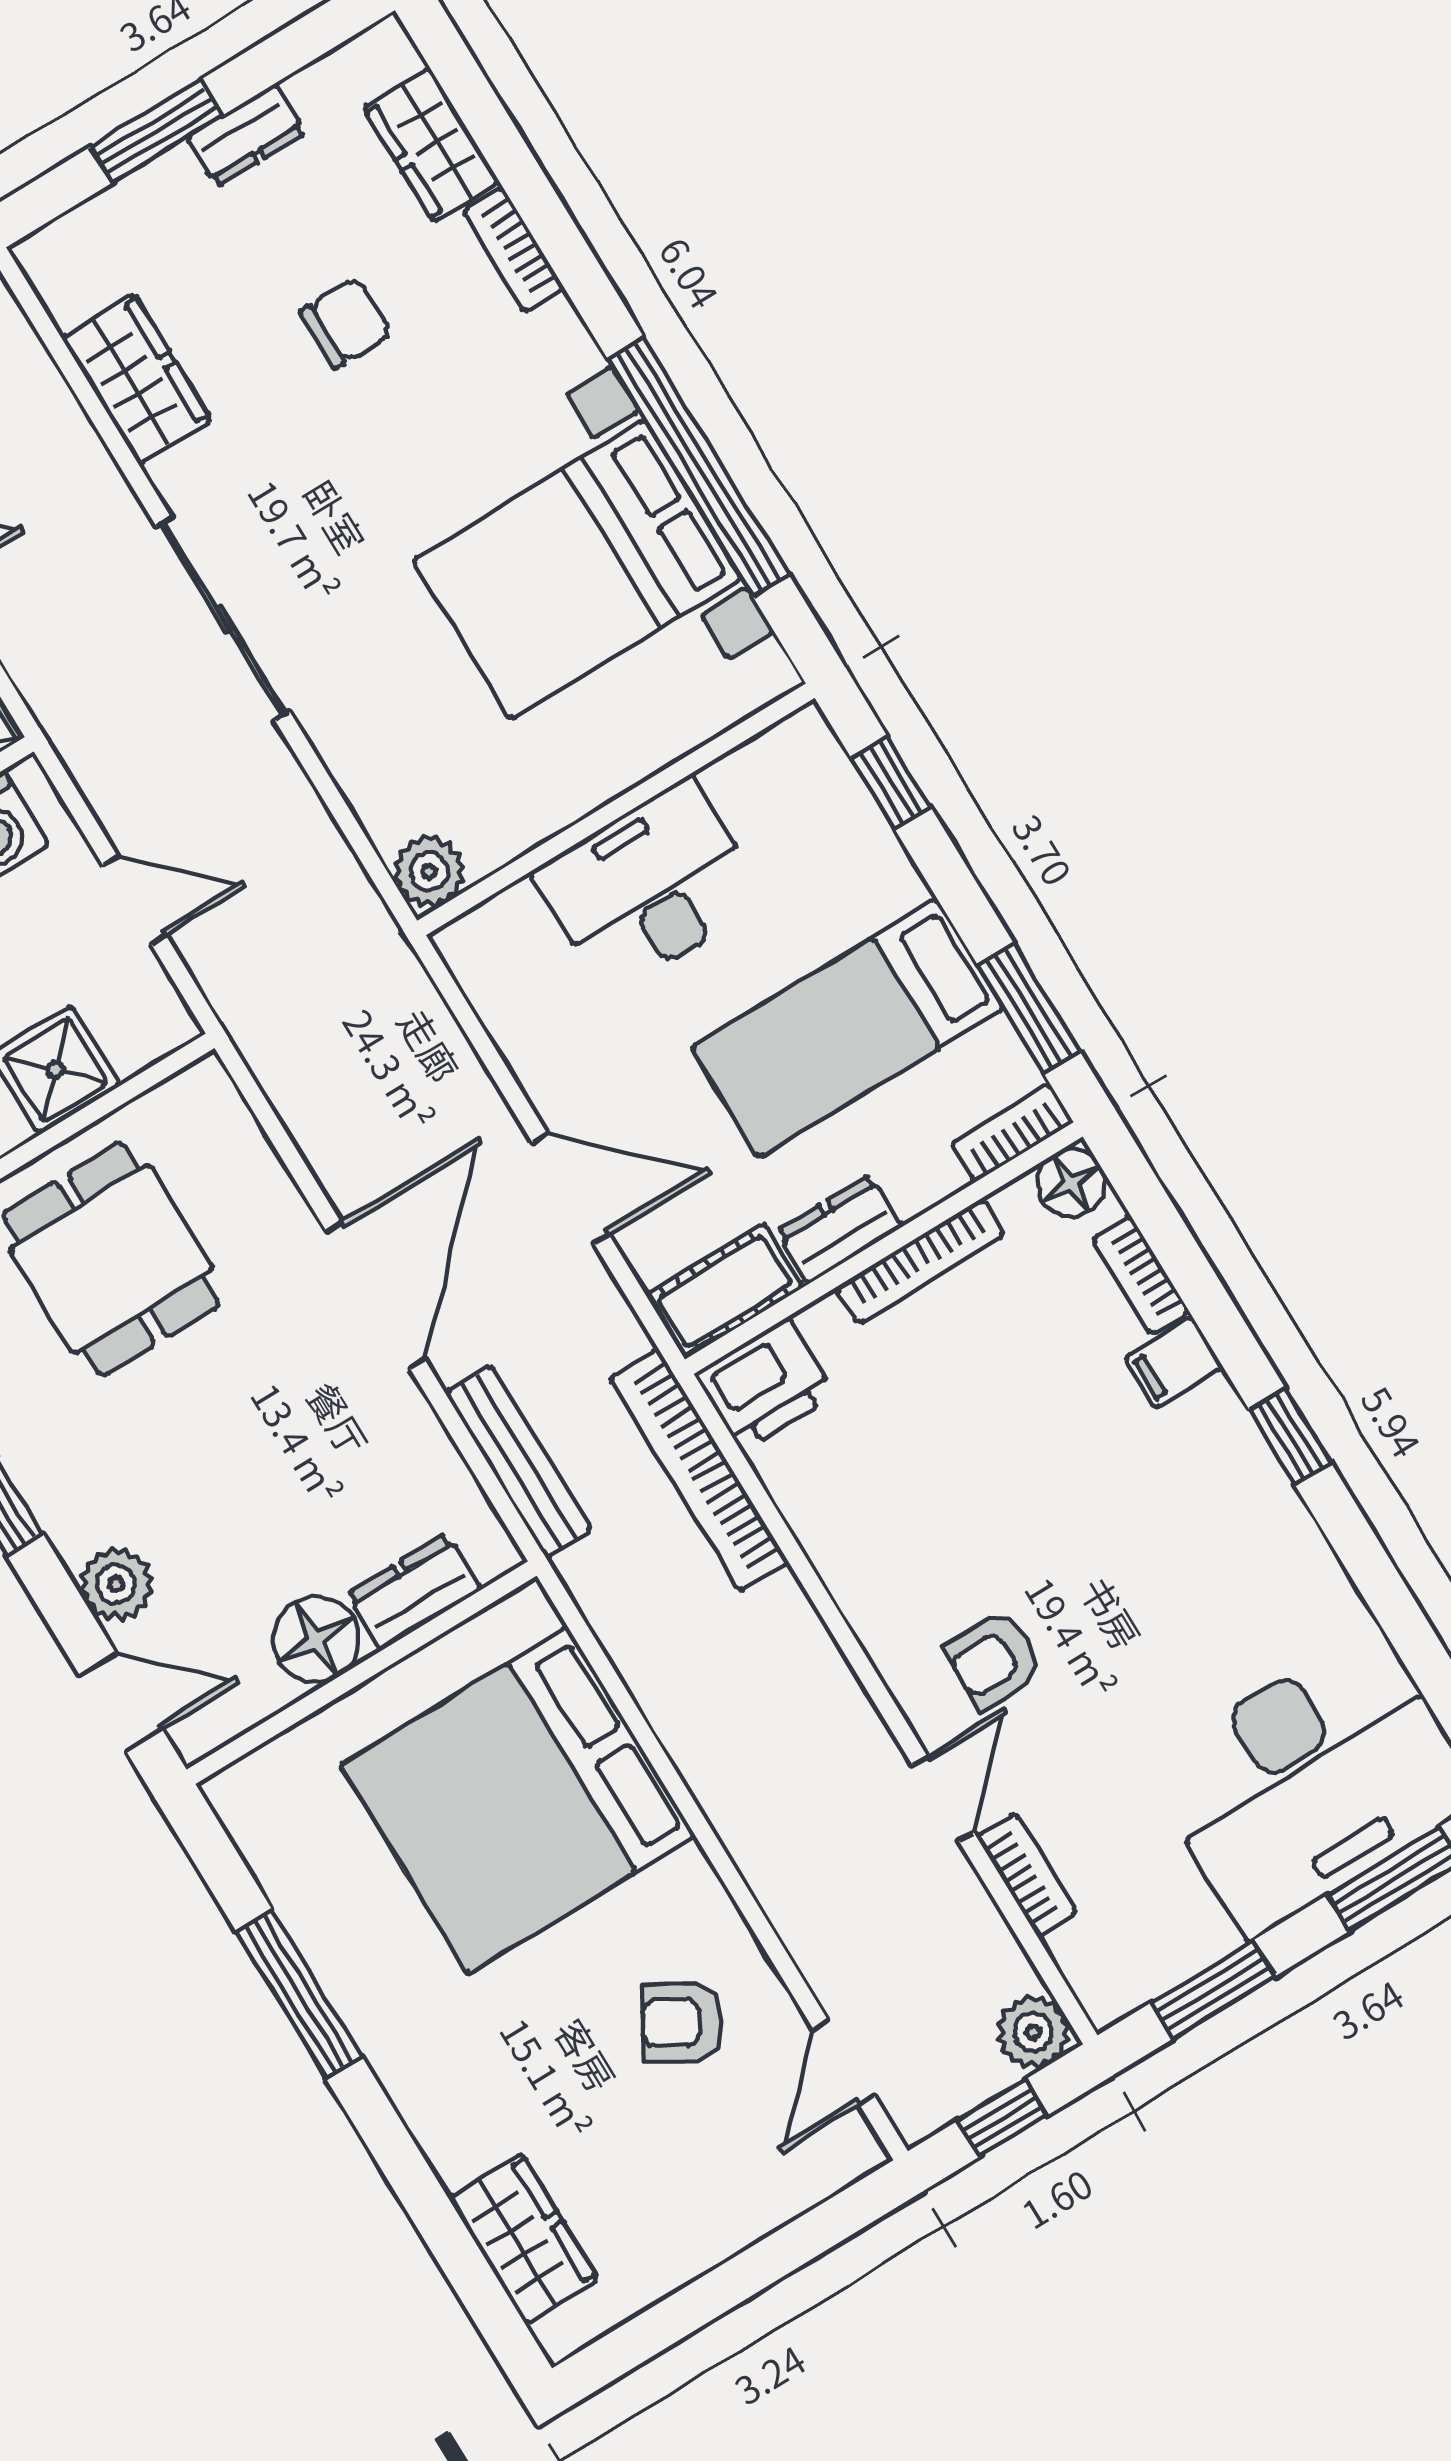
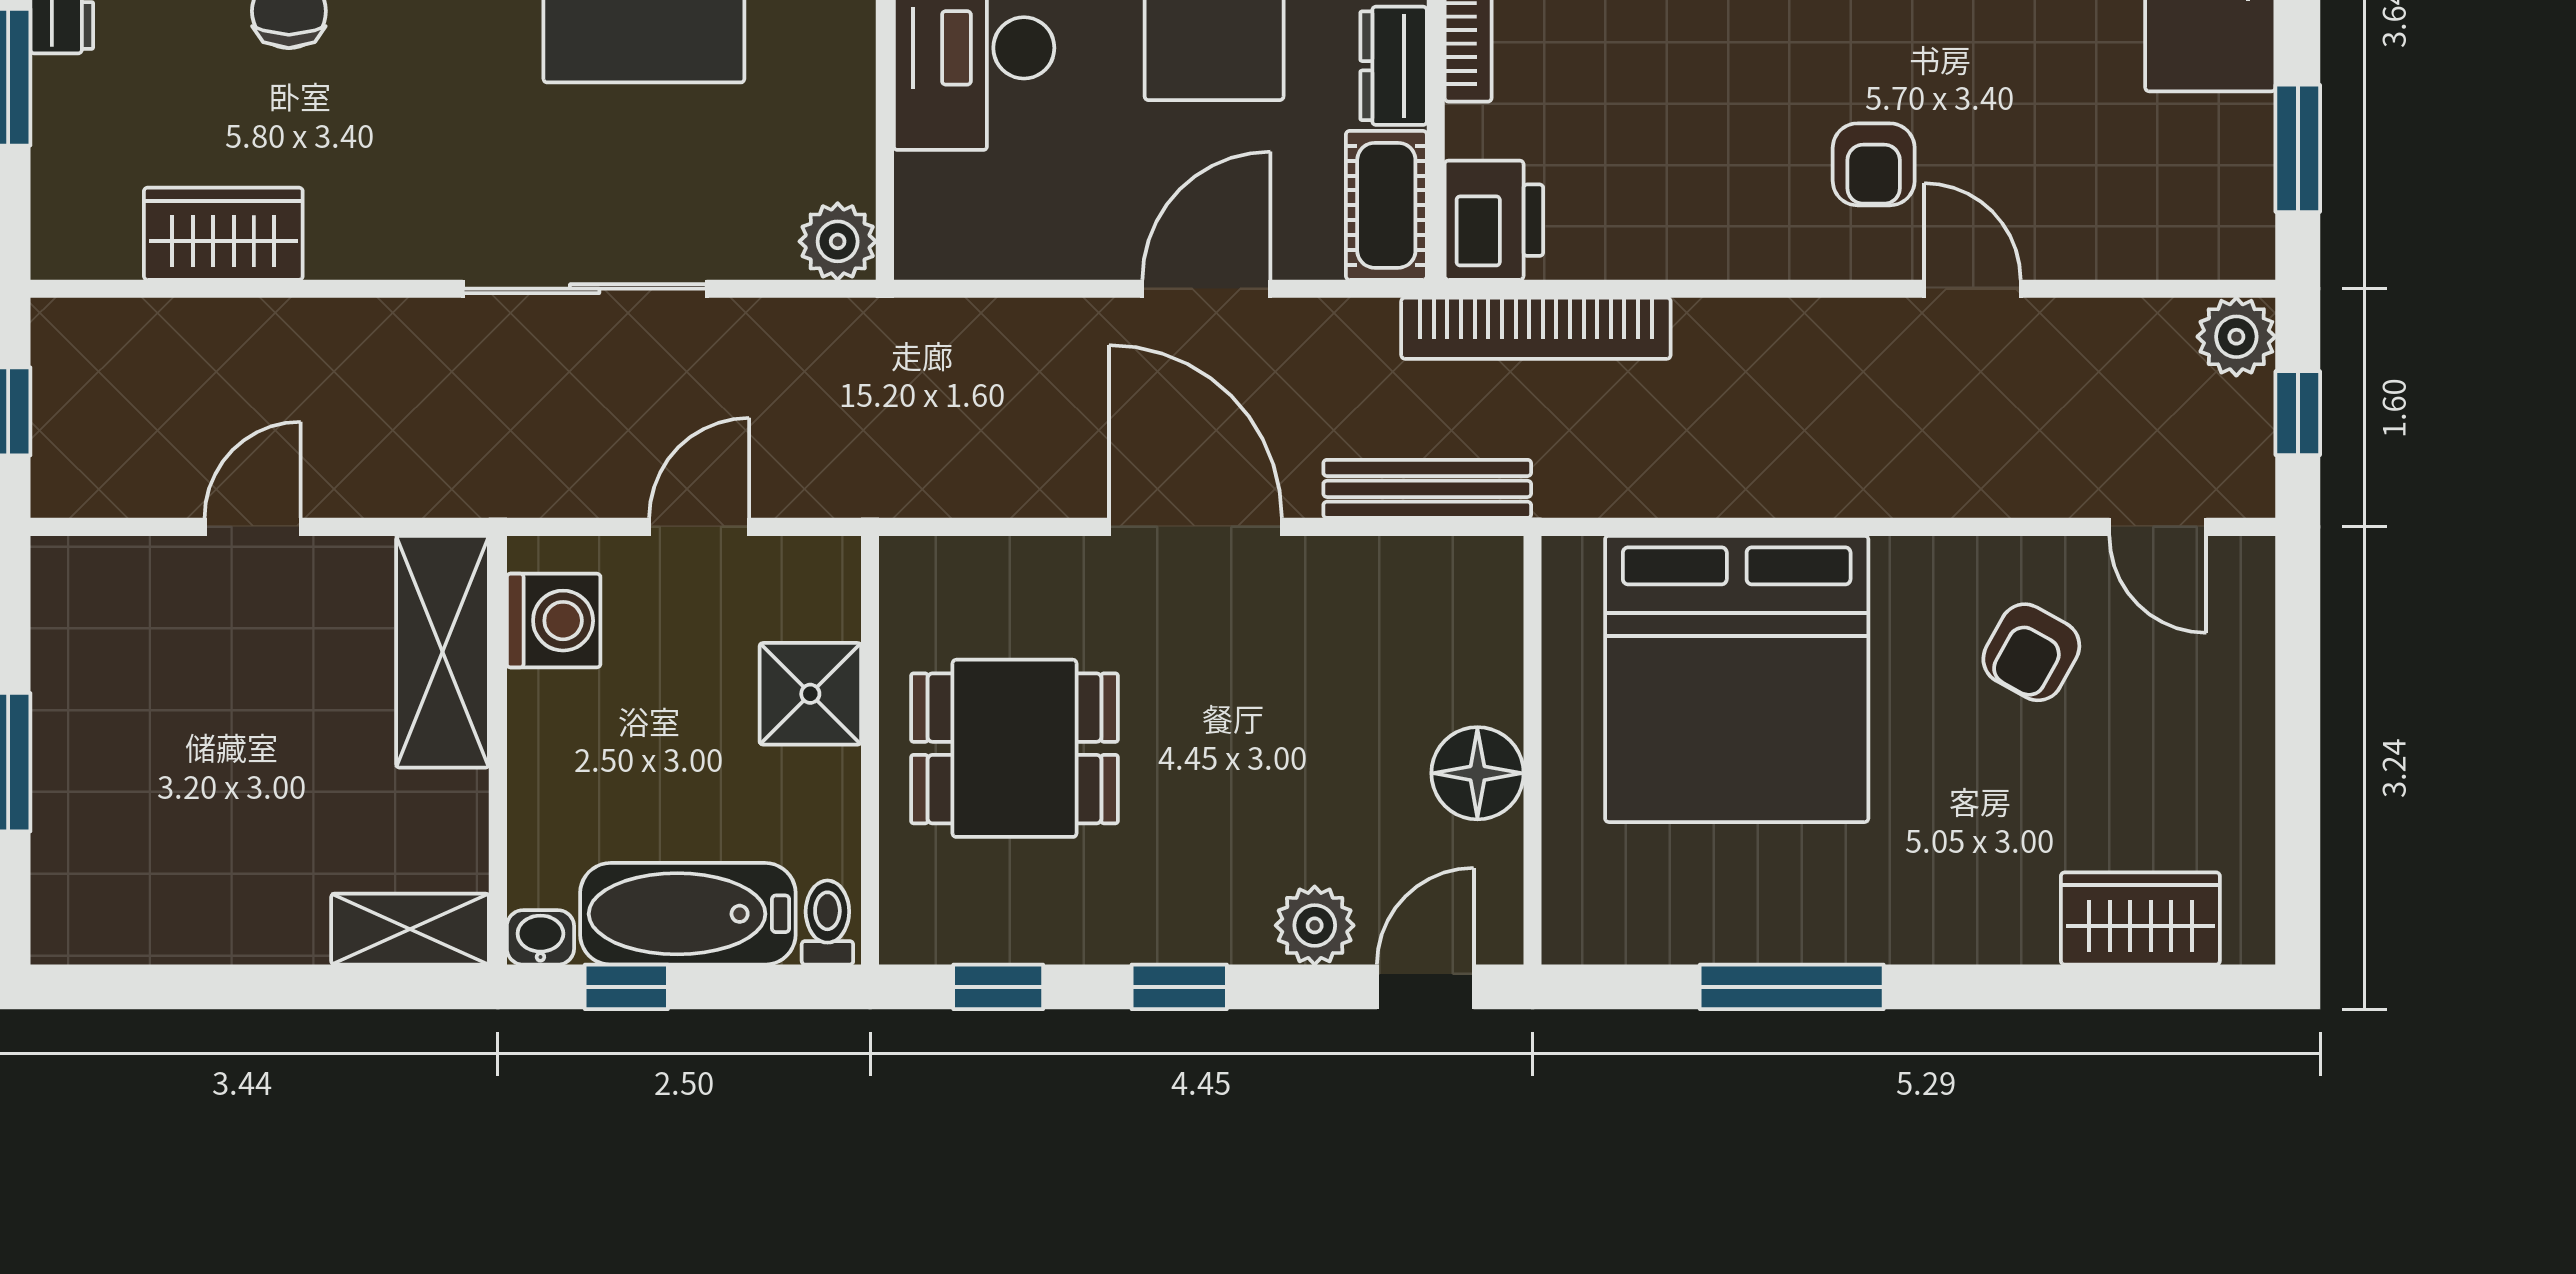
sliding door: (223, 619) -> (585, 289), moved
dresser: (414, 1592) -> (1488, 658), removed
bookcase: (1027, 1875) -> (2089, 255), removed

